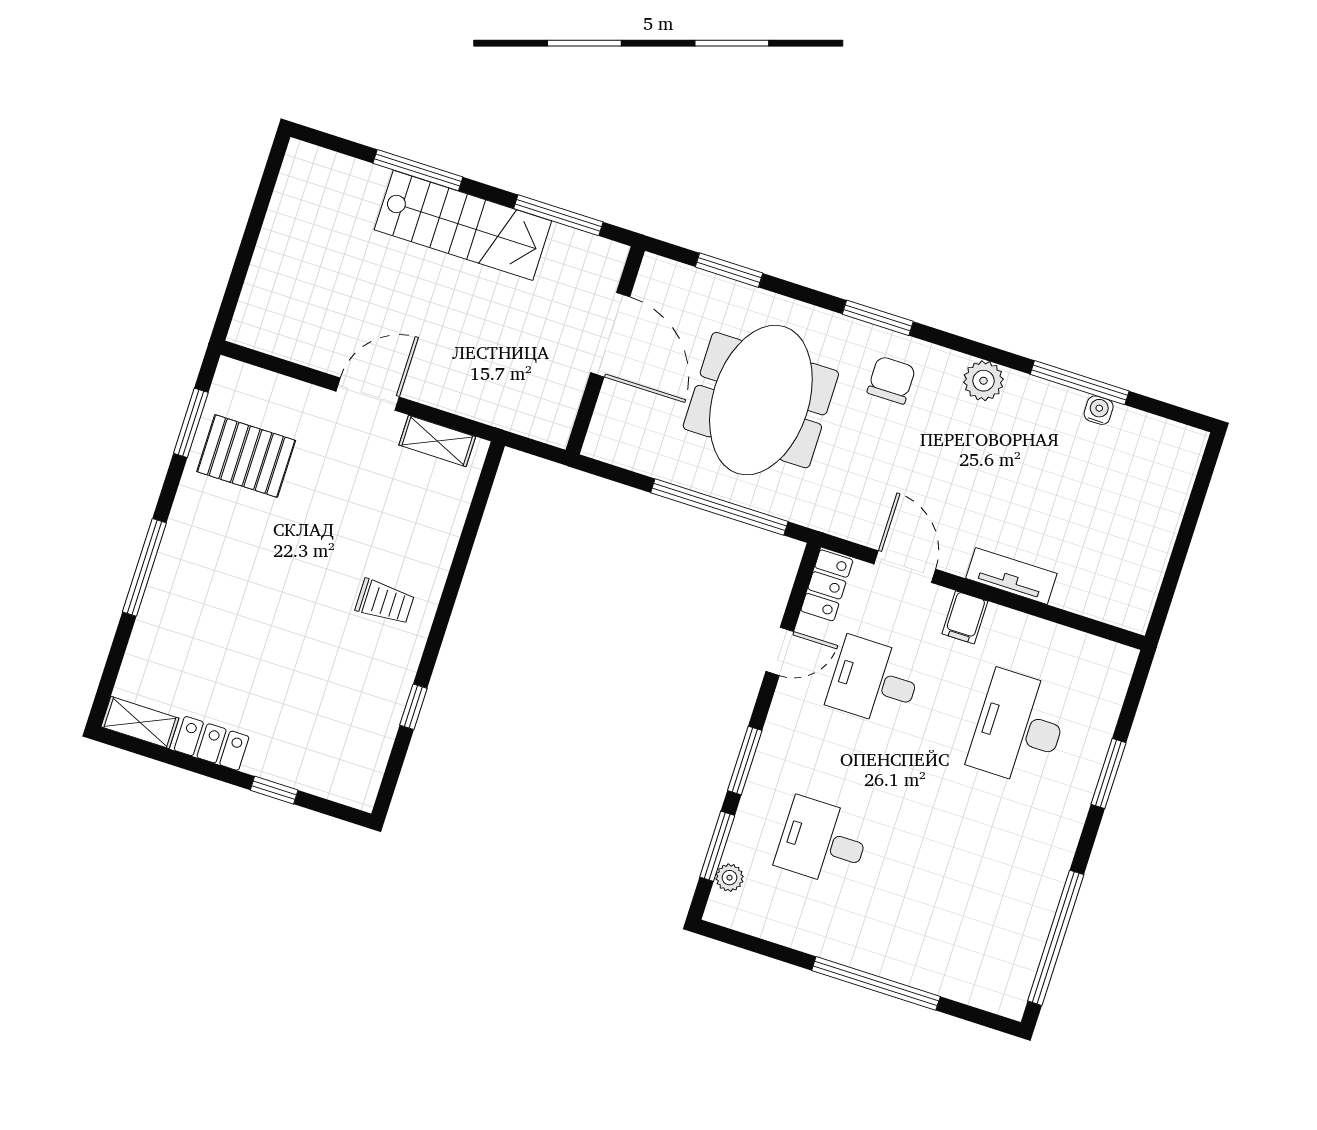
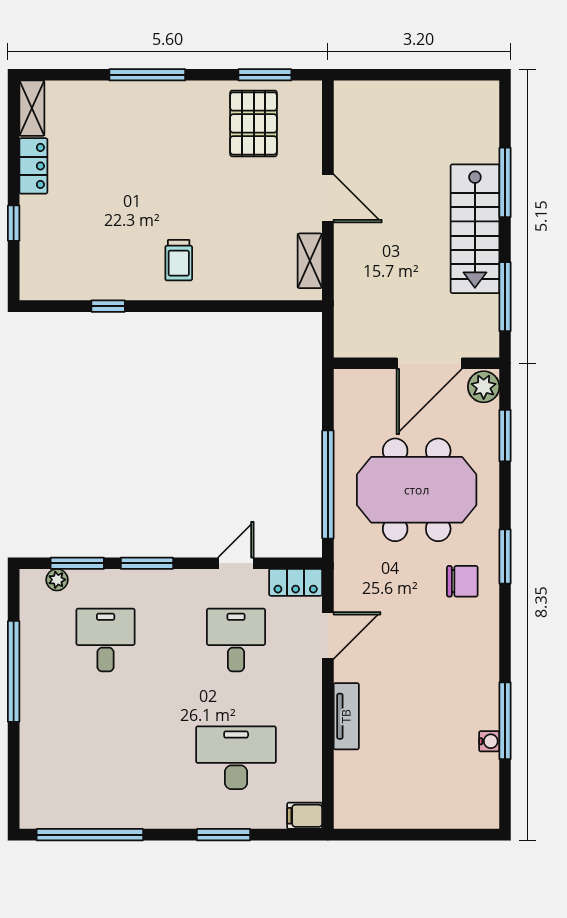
plant: (983, 381) -> (484, 387), moved
filing cabinet: (965, 617) -> (305, 816), moved
door: (780, 651) -> (236, 563), swing flipped
window: (876, 983) -> (14, 671), moved

